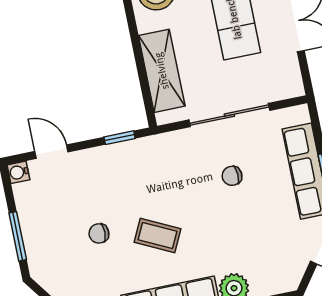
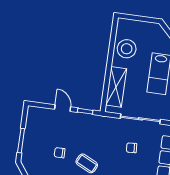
door: (51, 152) -> (63, 108), moved
water cooler: (18, 172) -> (32, 111), removed

